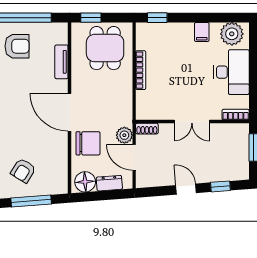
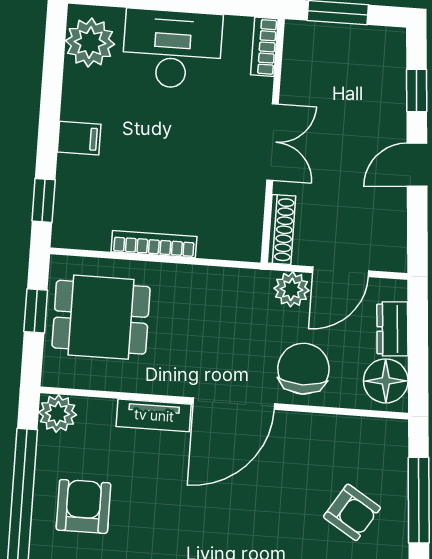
window: (91, 18) -> (36, 311), moved
plant: (59, 31) -> (58, 413), added
filing cabinet: (202, 32) -> (79, 138), moved
tv unit: (61, 62) -> (154, 415), moved
shoe rack: (147, 129) -> (281, 230), width x1.43

